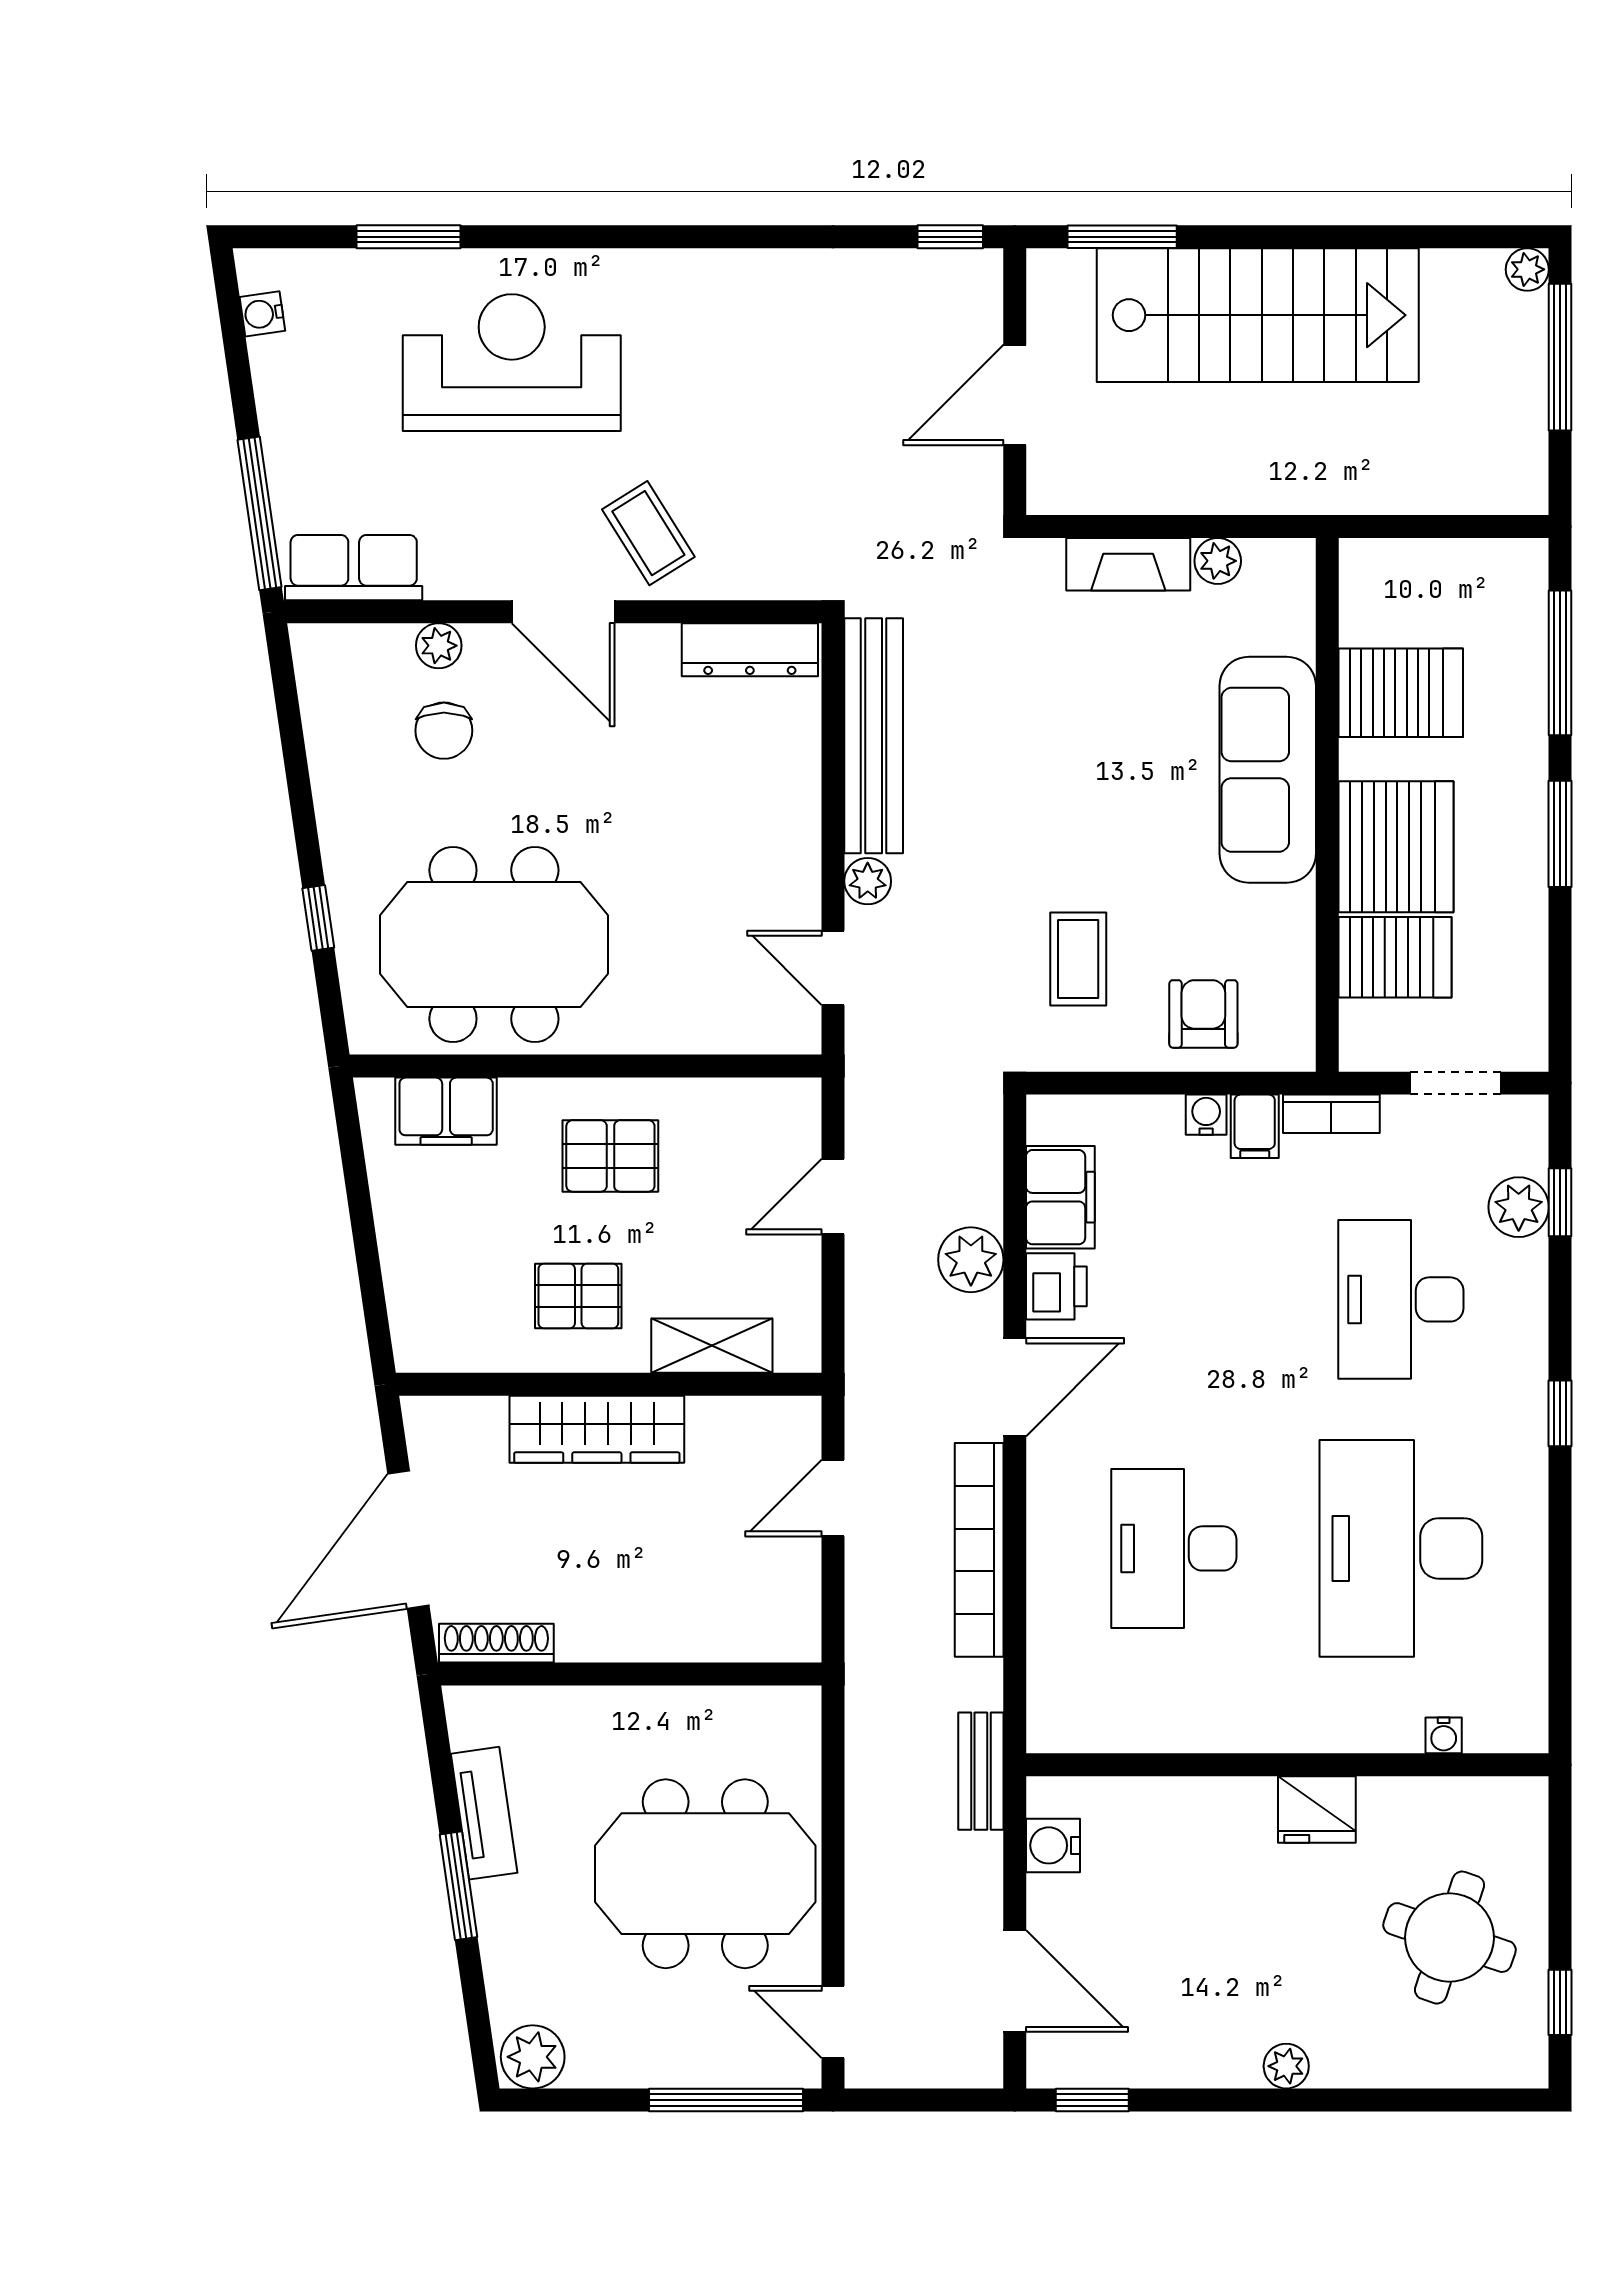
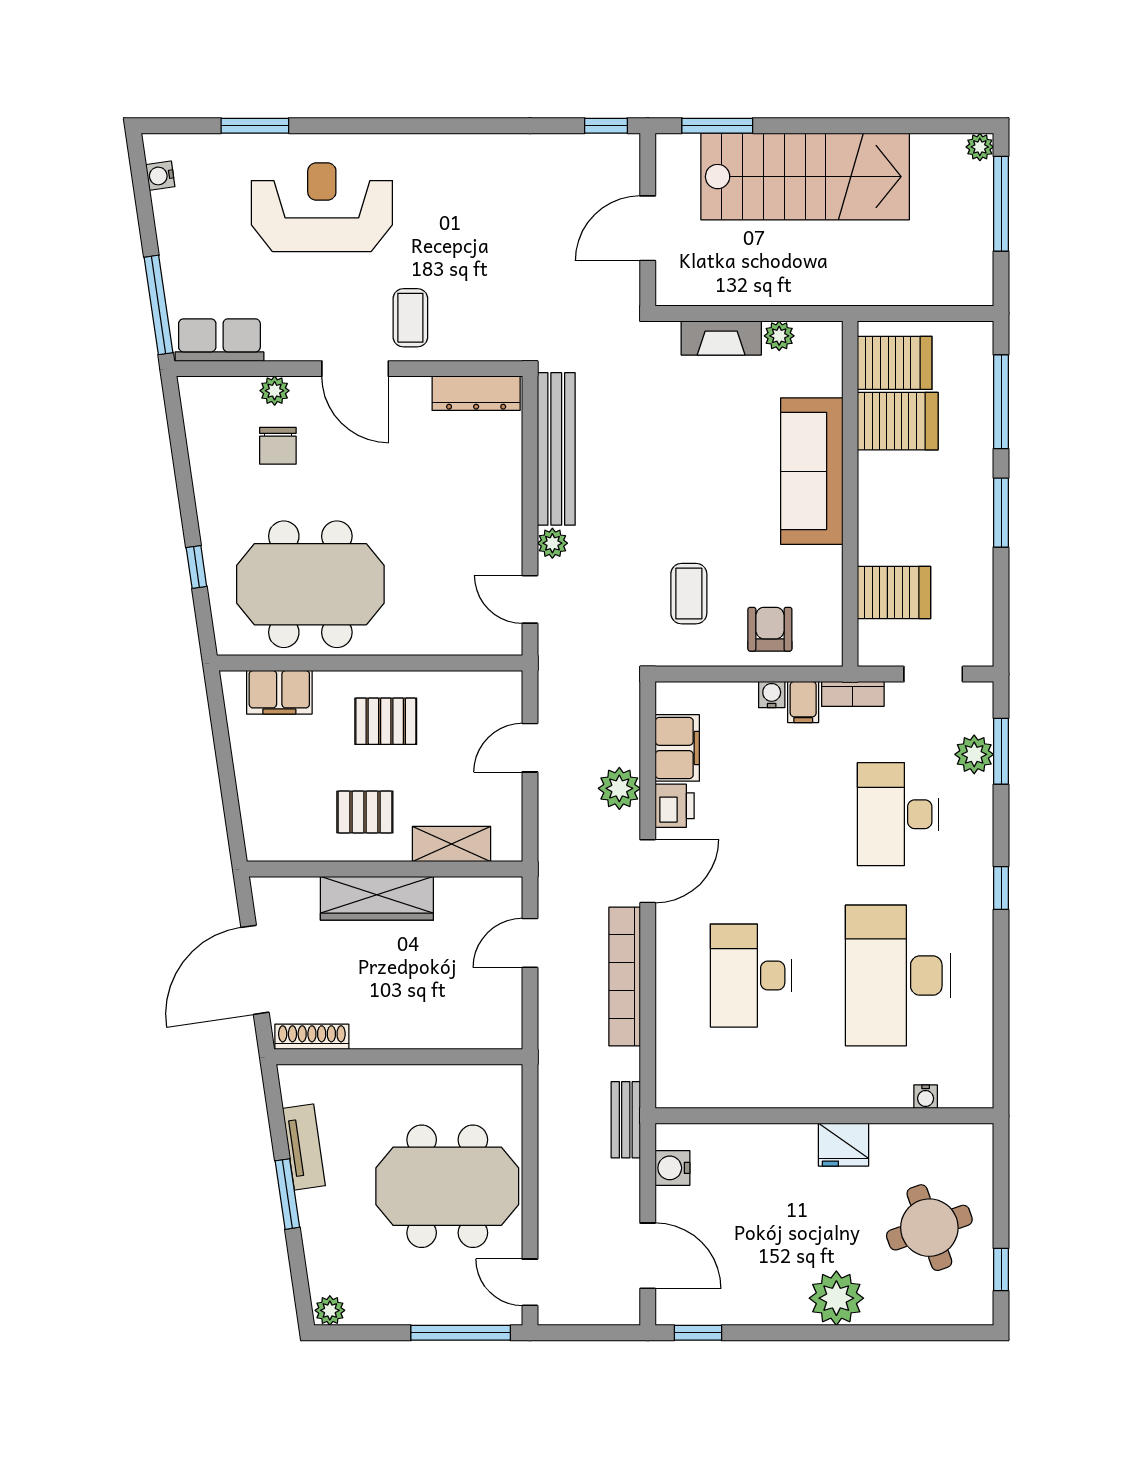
coffee table: (648, 533) -> (410, 318), turned 32
server rack: (1396, 847) -> (895, 363), moved, width x0.62
window: (1560, 1202) -> (1001, 751), width x1.50
round table: (1450, 1938) -> (929, 1228), turned -38
plant: (533, 2057) -> (330, 1310), width x0.73, depth x0.73
plant: (1286, 2066) -> (836, 1298), width x1.88, depth x1.88

